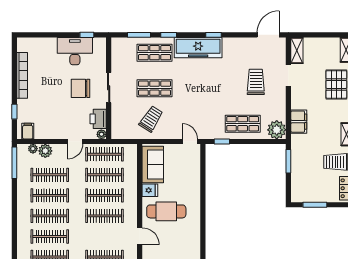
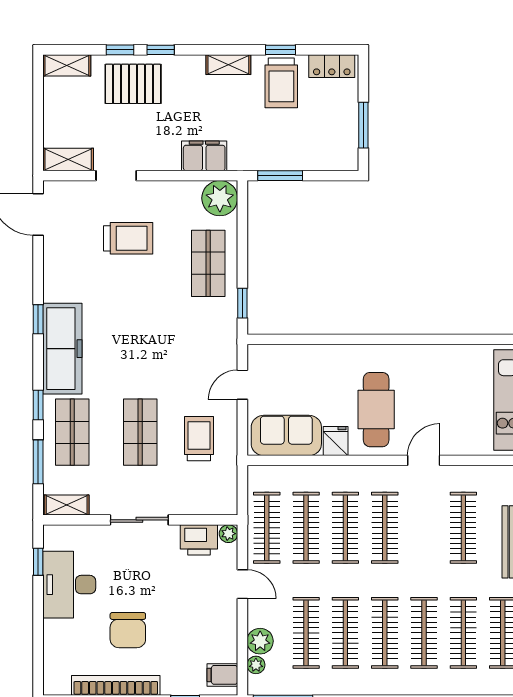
shelving: (116, 50) -> (67, 505), added
trolley: (256, 82) -> (128, 238), turned 180
chair: (80, 88) -> (128, 630), moved
trolley: (151, 119) -> (199, 439), turned 57
door: (190, 142) -> (242, 385), moved

